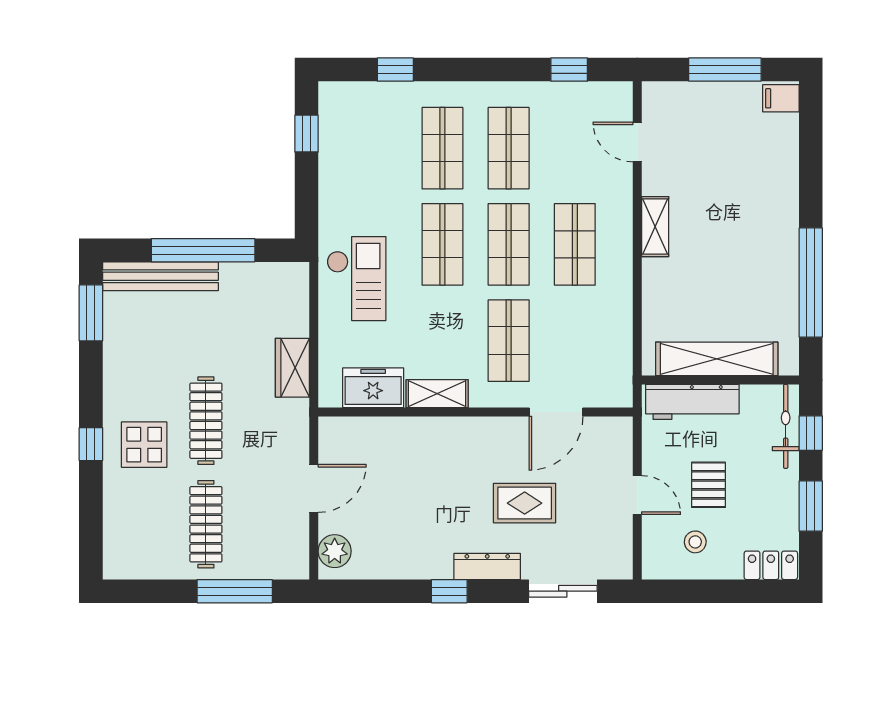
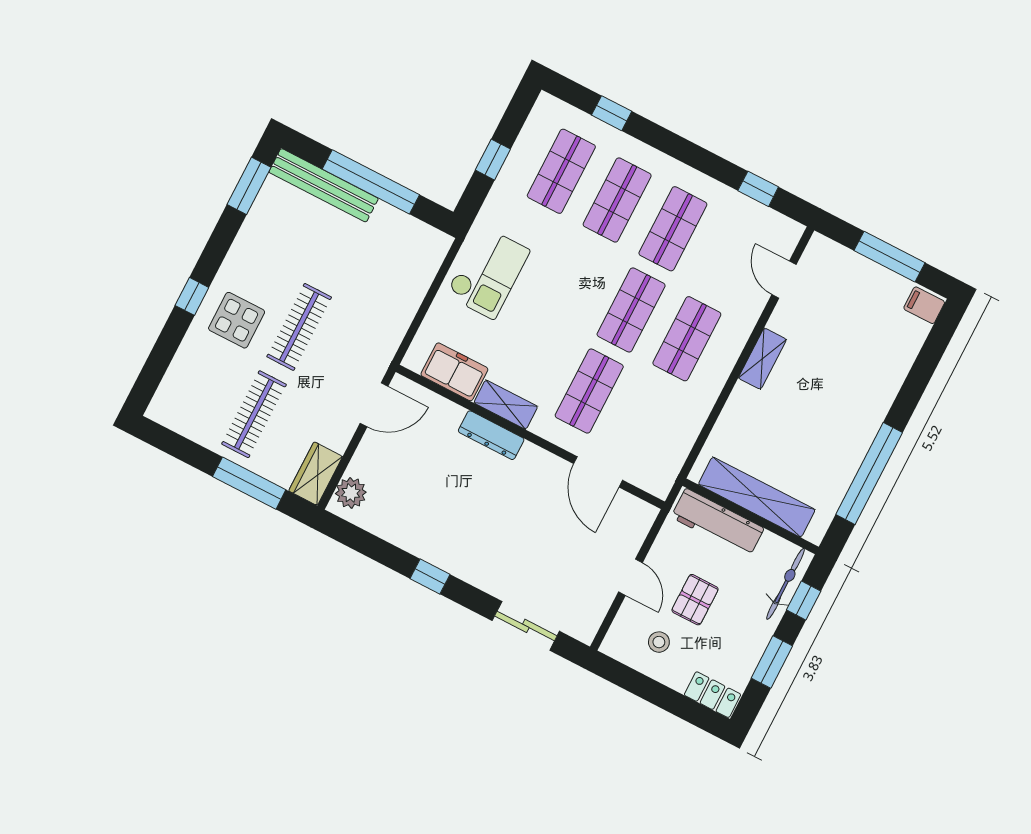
window: (307, 134) -> (493, 160), moved
shop shelf: (442, 244) -> (561, 171), moved
wardrobe: (292, 368) -> (316, 474), moved
door: (556, 412) -> (598, 472), hinge flipped
door: (314, 488) -> (374, 405), moved
rug: (525, 503) -> (532, 535), removed
dresser: (487, 567) -> (491, 435), moved, turned 180

